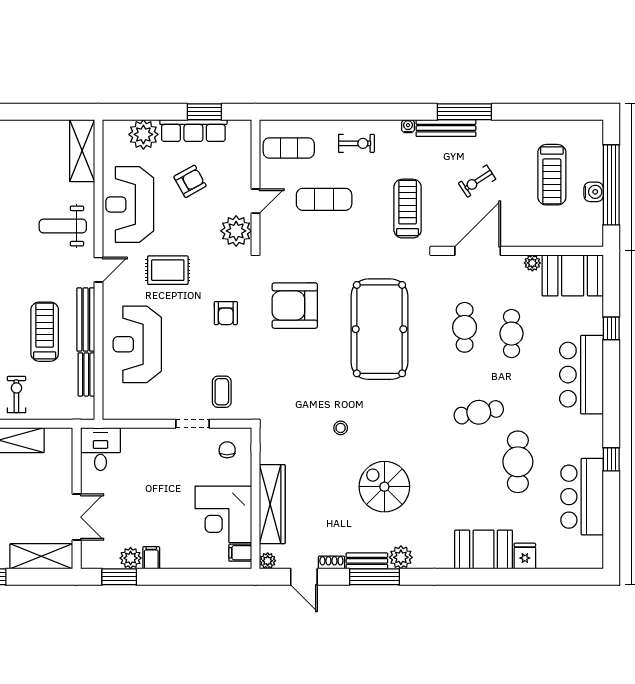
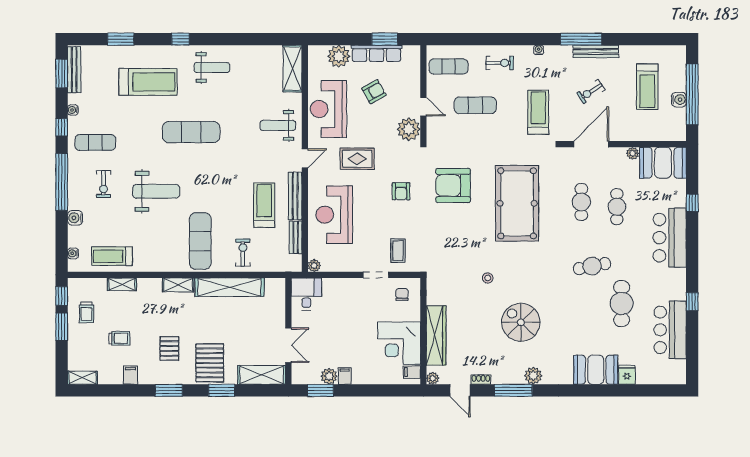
bench: (446, 128) -> (596, 51), moved
door: (256, 201) -> (423, 107), hinge flipped
plant: (111, 412) -> (314, 266), added
bench: (367, 561) -> (508, 378), removed

